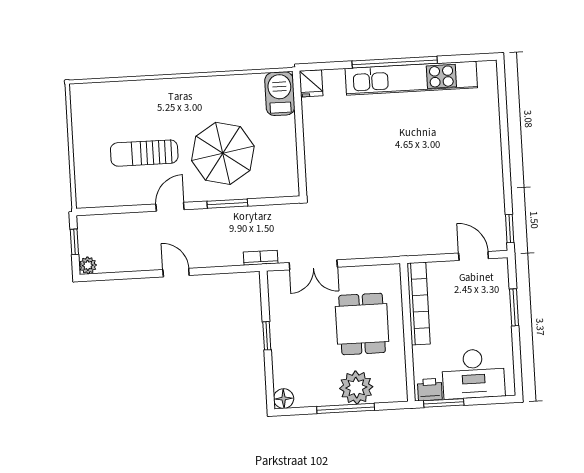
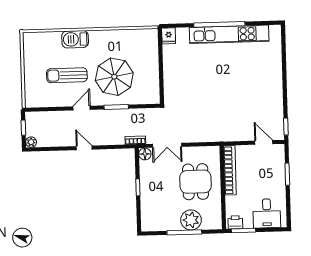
barbecue: (280, 94) -> (75, 39), moved, turned -90
desk: (473, 374) -> (267, 213), width x0.73
floor lamp: (284, 399) -> (145, 154), moved

